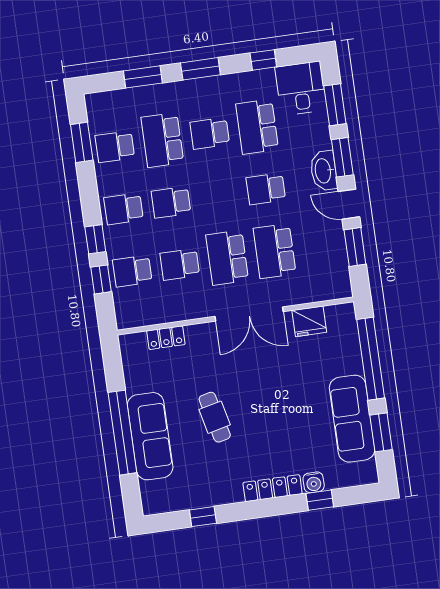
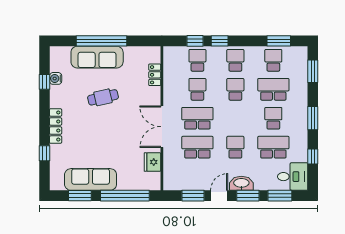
window: (143, 77) -> (313, 71), moved
water cooler: (314, 482) -> (56, 78), moved

